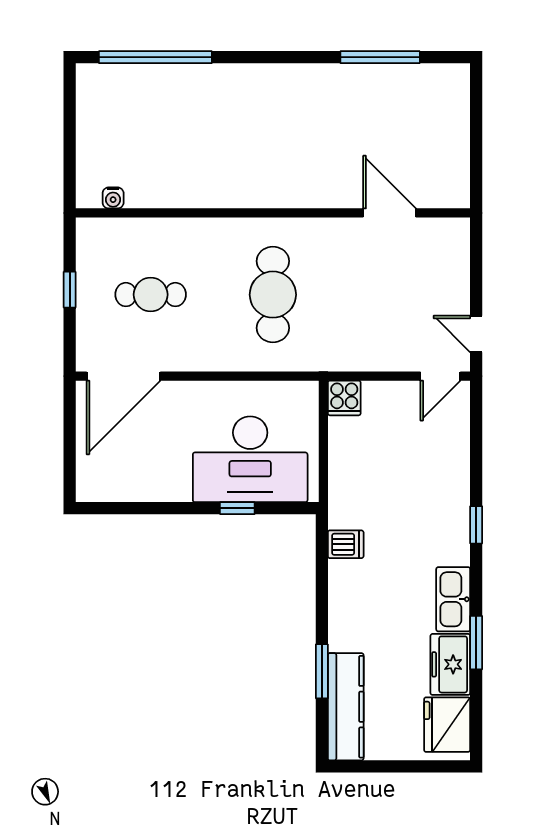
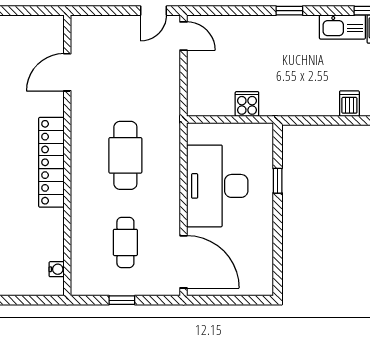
locker: (263, 191) -> (51, 162), added
cafe table: (273, 295) -> (125, 155), turned 90
cooker: (344, 398) -> (247, 104), moved, turned -90
desk: (250, 459) -> (217, 186), moved, turned 180
dishwasher: (346, 544) -> (349, 104), moved

